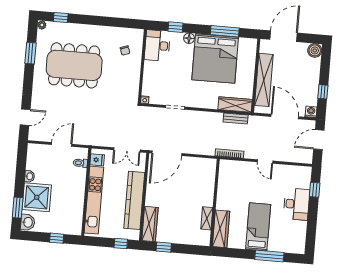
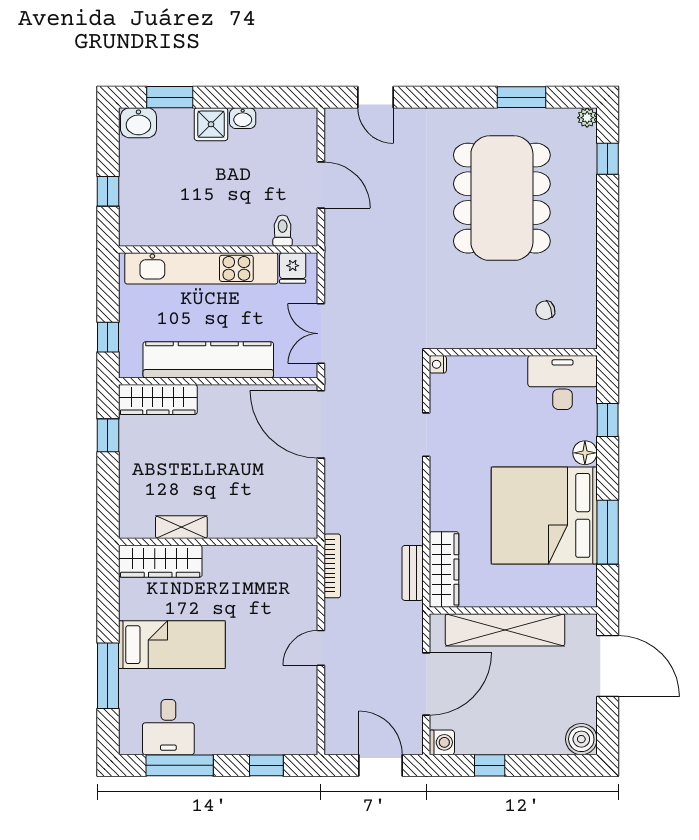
shower: (37, 197) -> (211, 124), width x0.54, depth x0.54
desk: (296, 204) -> (168, 727), moved, width x0.73
window: (311, 228) -> (180, 765), added

